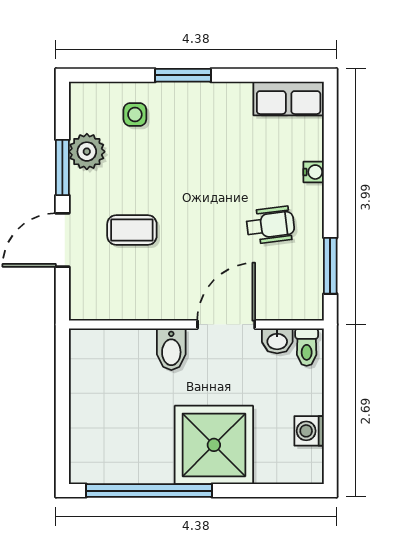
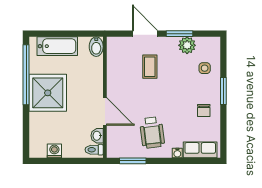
row of seats: (289, 98) -> (200, 150), moved, turned 90
chair: (224, 116) -> (204, 111), added
wheelchair: (271, 225) -> (152, 133), width x1.36, depth x1.37
bidet: (171, 349) -> (96, 47), moved, turned -90
bathtub: (89, 425) -> (57, 46), added
shower: (214, 445) -> (48, 93), moved

